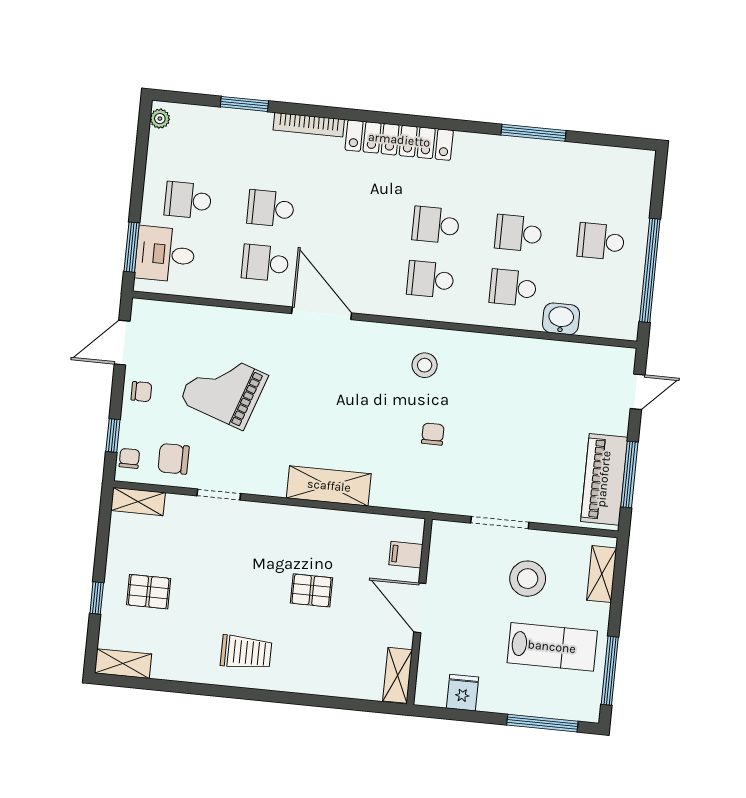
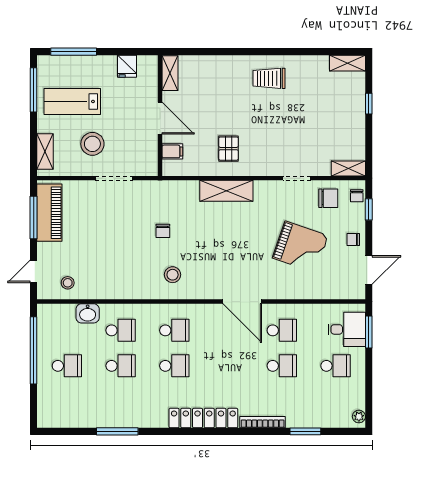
stool: (587, 369) -> (68, 283), added
pallet: (312, 590) -> (228, 149), moved, turned 90
pallet: (149, 592) -> (336, 111), removed

